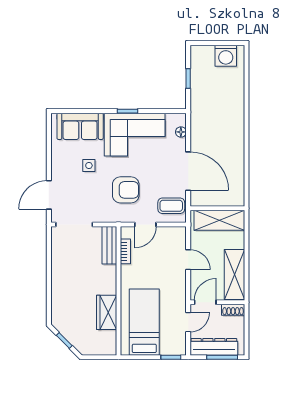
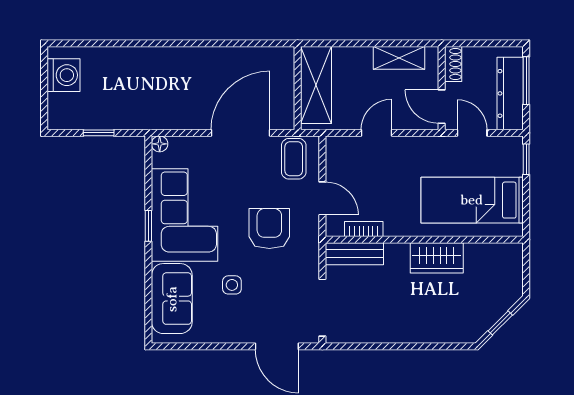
floor lamp: (181, 132) -> (160, 144), moved
shelving: (234, 274) -> (399, 58), width x0.67, depth x0.75
wardrobe: (107, 312) -> (437, 258), moved

